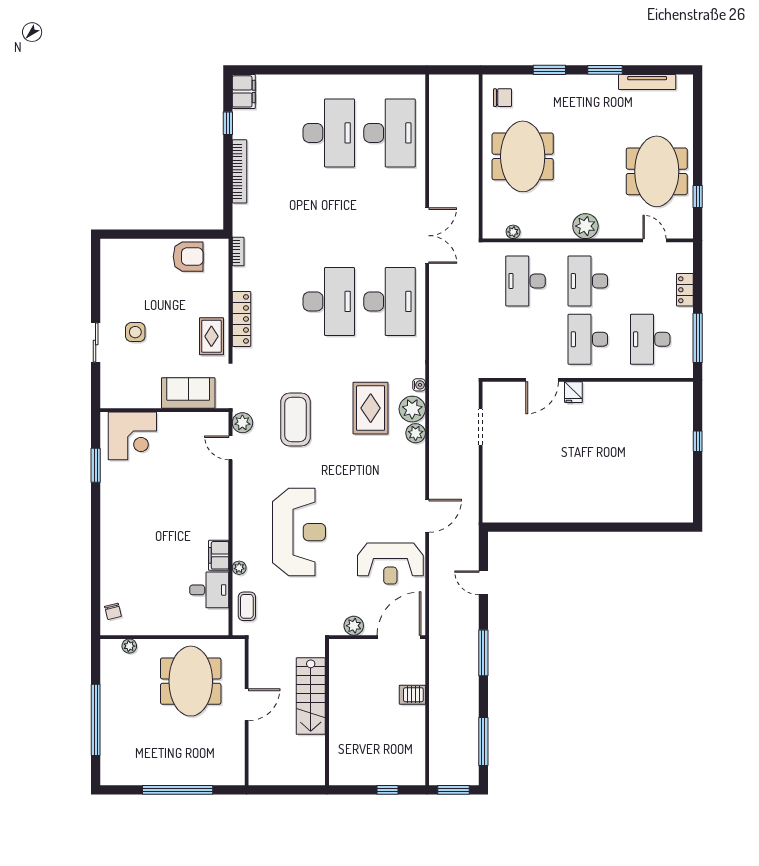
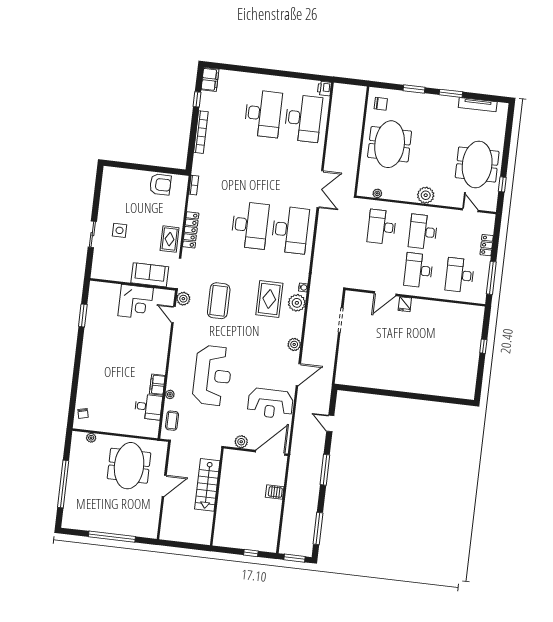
printer: (416, 85) -> (324, 88), added
plant: (416, 433) -> (294, 344), moved
corner desk: (132, 436) -> (136, 302), moved

